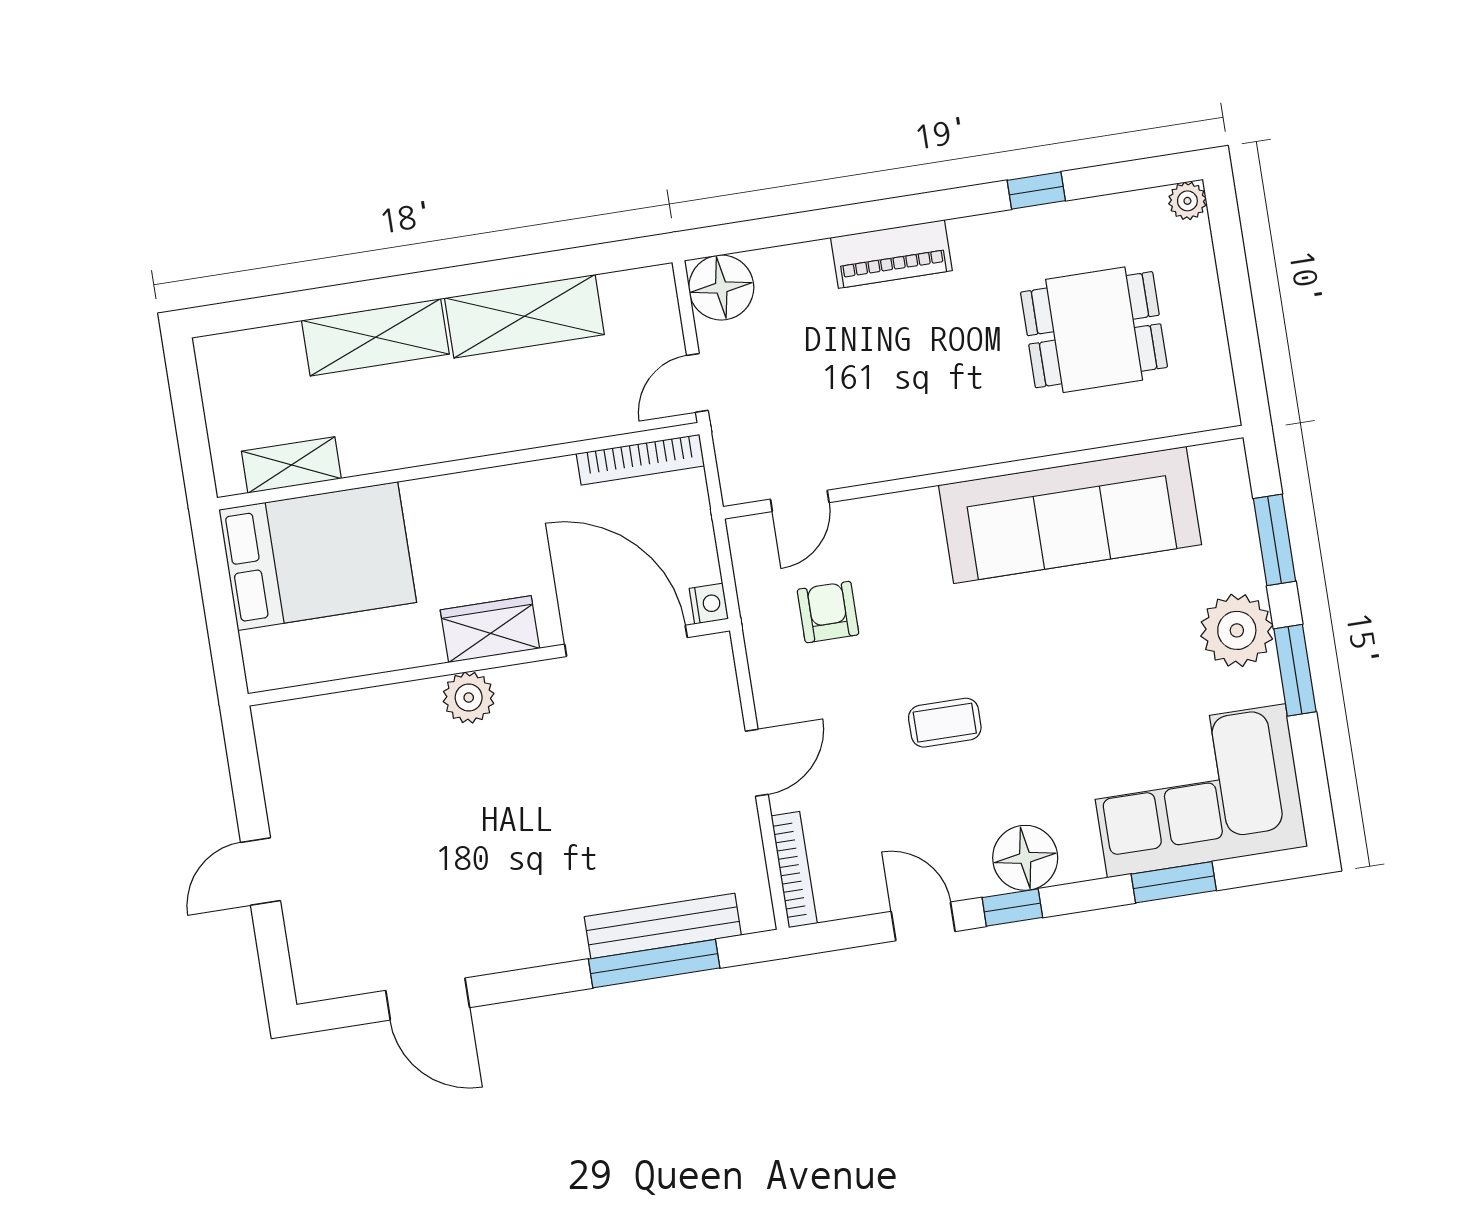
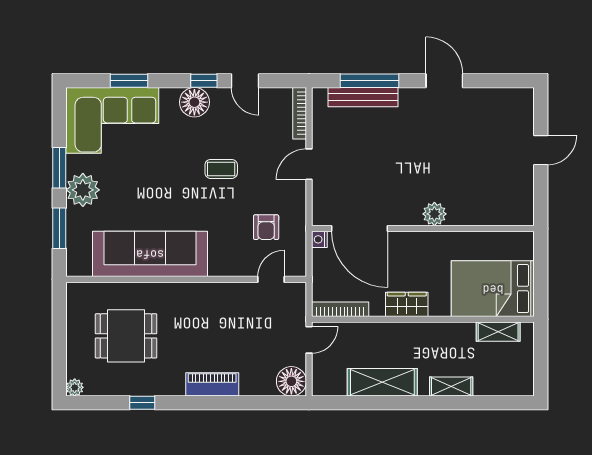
shelving: (375, 337) -> (451, 387), width x0.67, depth x0.75
wardrobe: (490, 629) -> (407, 304), moved, turned 180
door: (428, 999) -> (444, 81), moved

